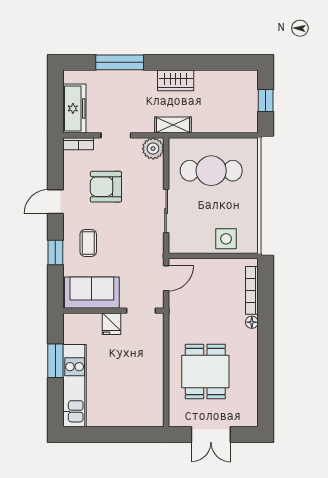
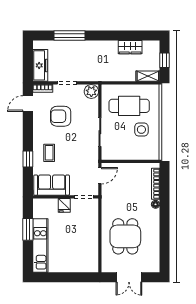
wardrobe: (176, 80) -> (130, 47), moved
shelving: (173, 125) -> (148, 76), moved
door: (55, 202) -> (28, 104), moved
side table: (226, 239) -> (141, 130), moved

